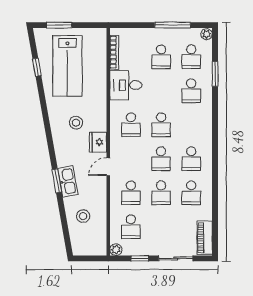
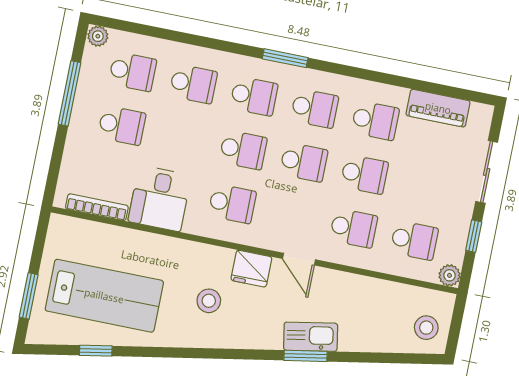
window: (215, 74) -> (285, 58), moved
school desk: (191, 125) -> (254, 96), added
stool: (83, 216) -> (426, 328), moved
piano: (205, 238) -> (438, 108), moved

